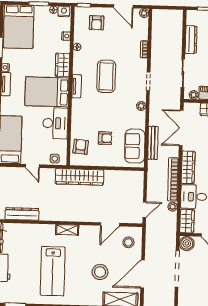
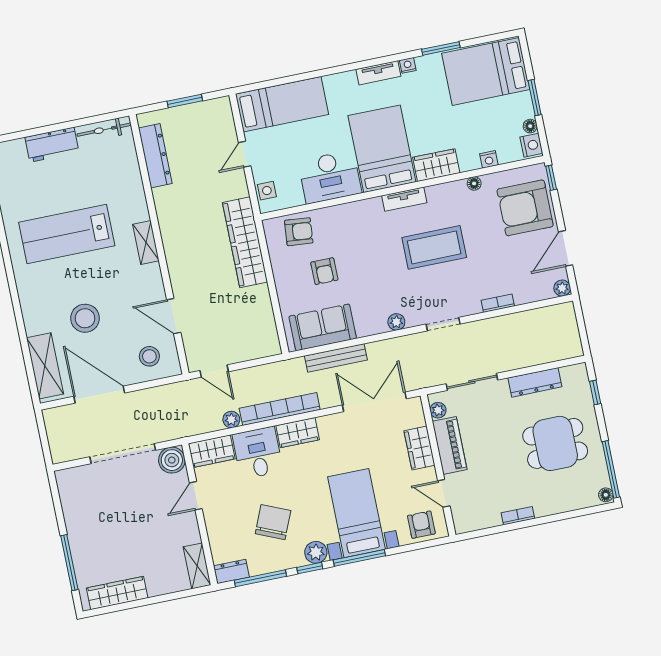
armchair: (97, 23) -> (525, 208), width x1.88, depth x1.88
wardrobe: (188, 167) -> (298, 433), width x0.67

